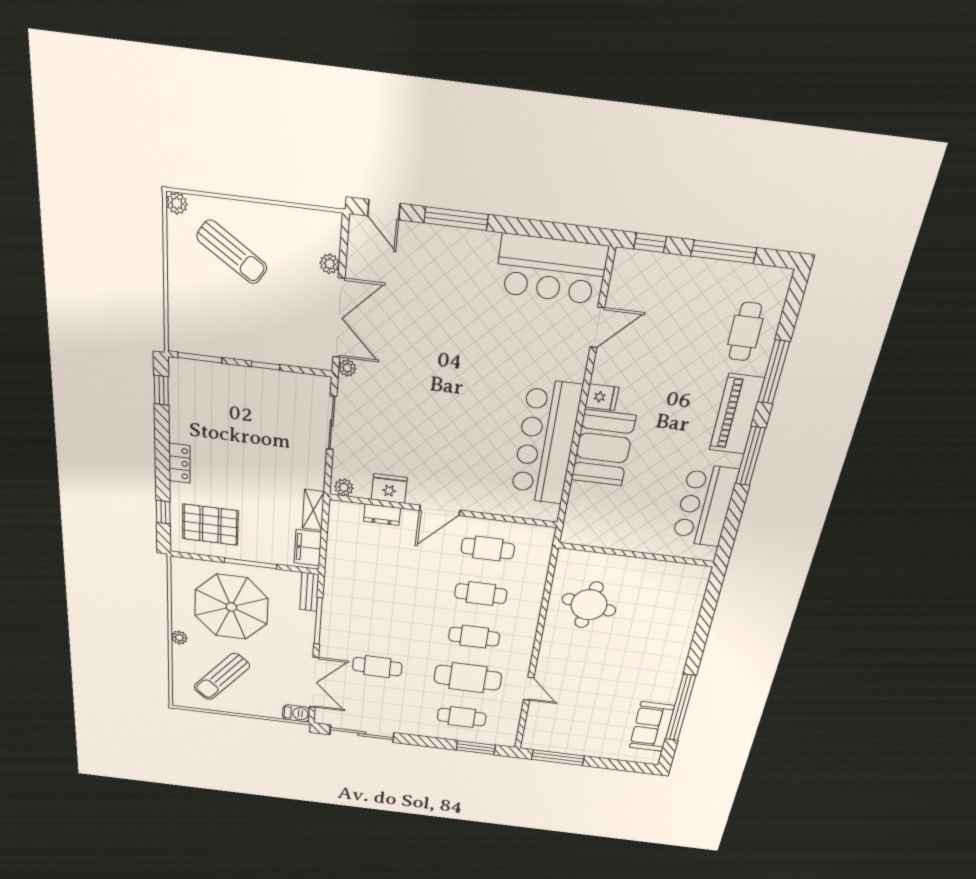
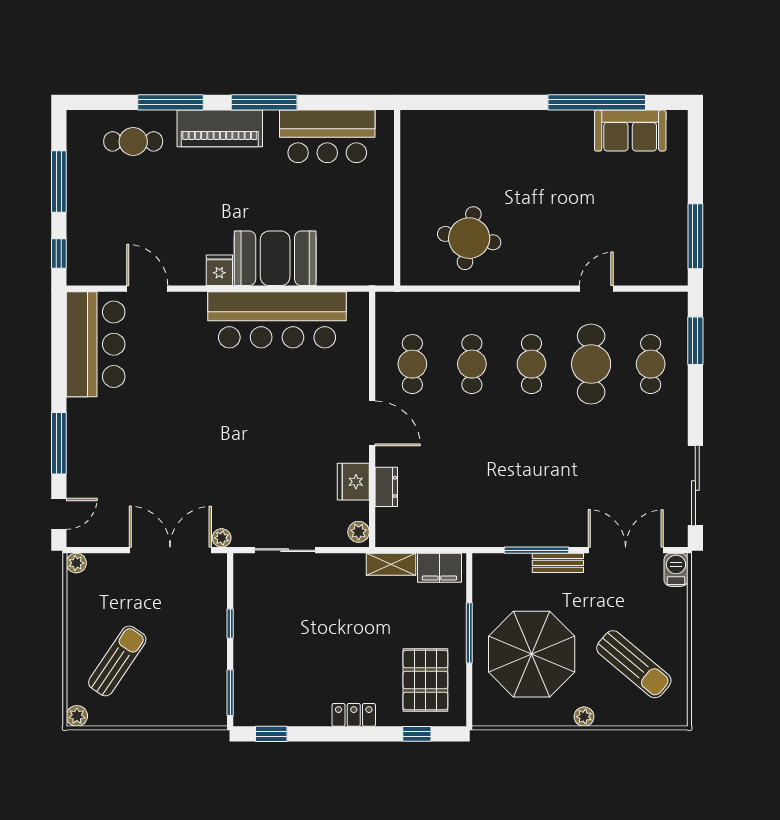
plant: (330, 264) -> (76, 563), moved
bench: (309, 592) -> (558, 563), moved
cafe table: (377, 667) -> (591, 475), removed

